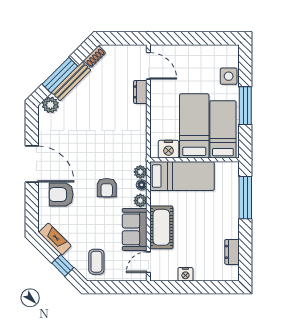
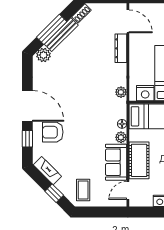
dresser: (140, 92) -> (121, 48), width x1.44
plant: (140, 172) -> (121, 92), moved
armchair: (107, 188) -> (92, 126), removed
window: (32, 202) -> (27, 139), added

